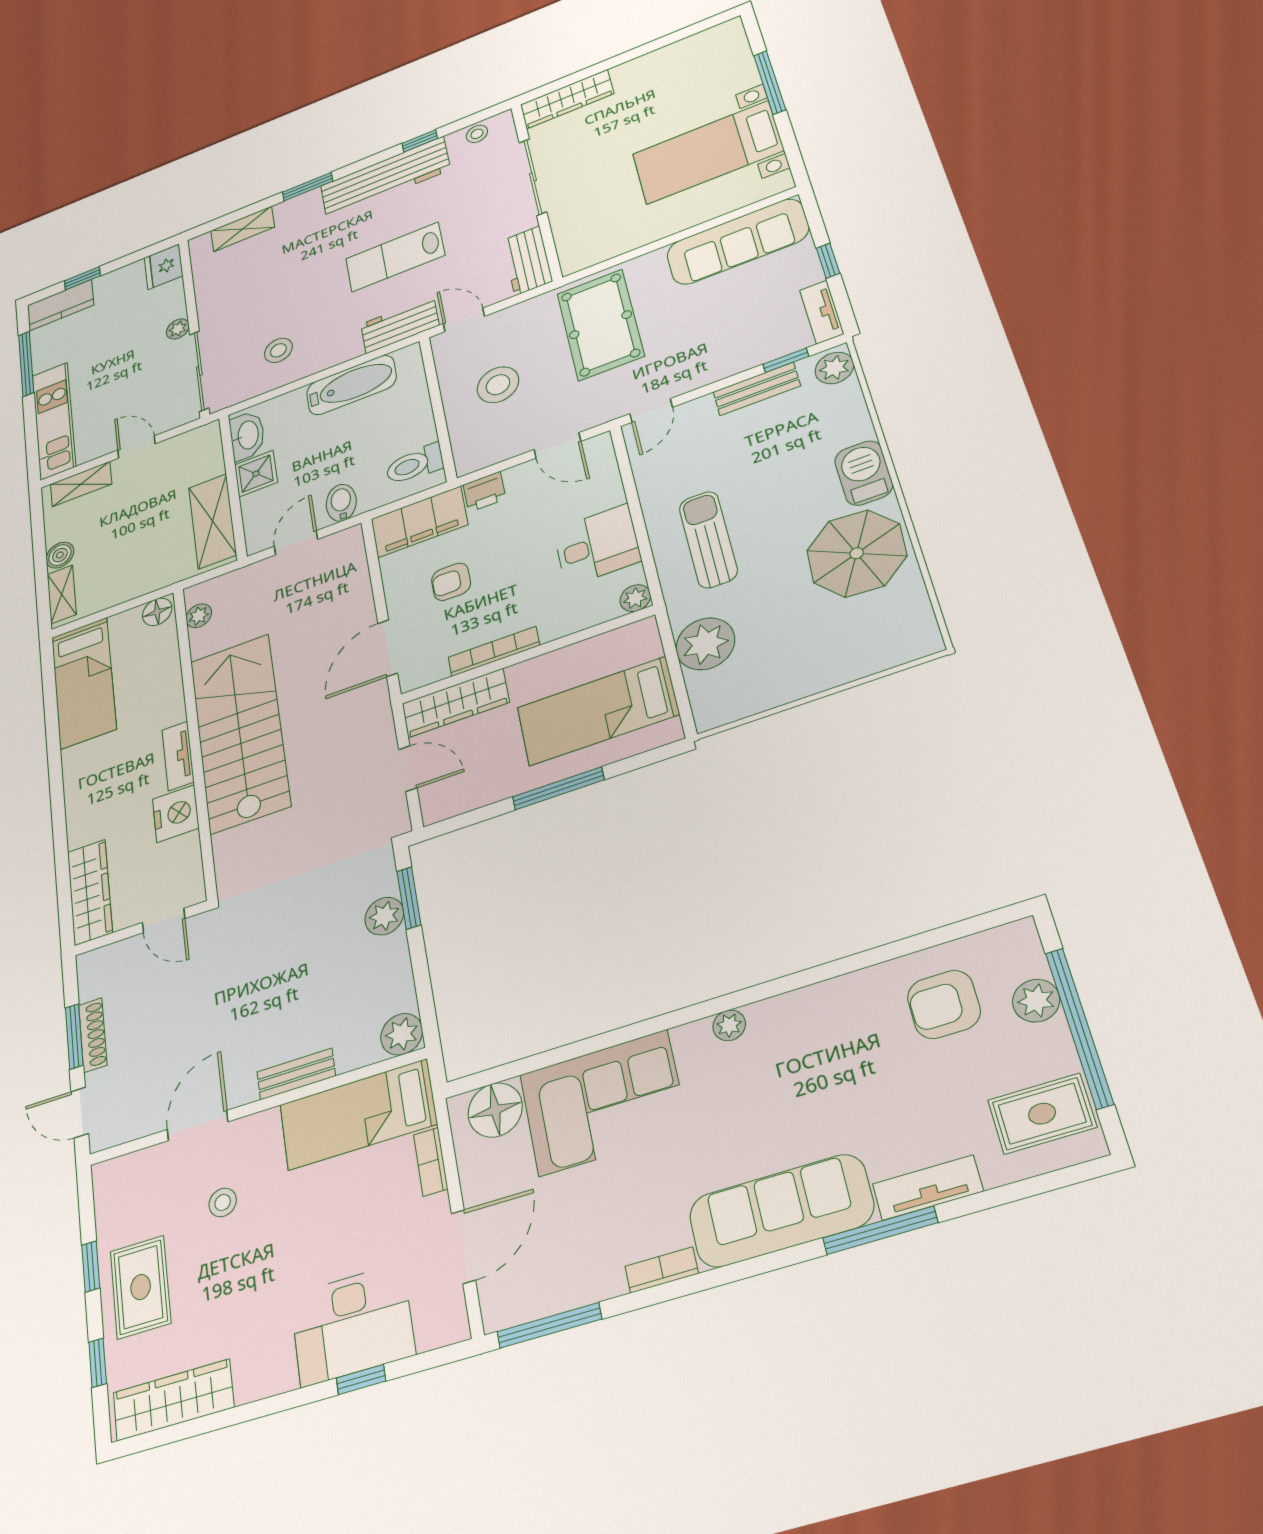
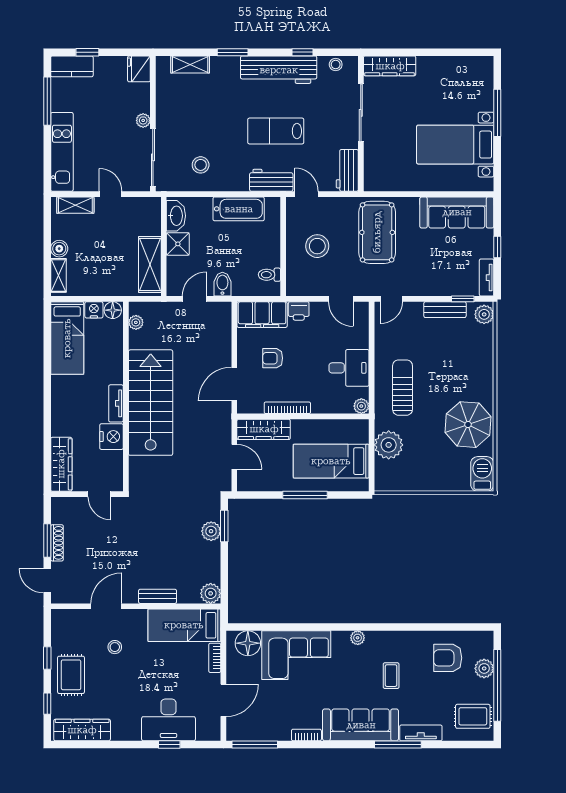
toilet: (415, 464) -> (269, 275), width x0.73, depth x0.72
barbecue: (864, 473) -> (482, 474), moved
nightstand: (125, 623) -> (94, 310), added
coffee table: (824, 1082) -> (391, 676), added

